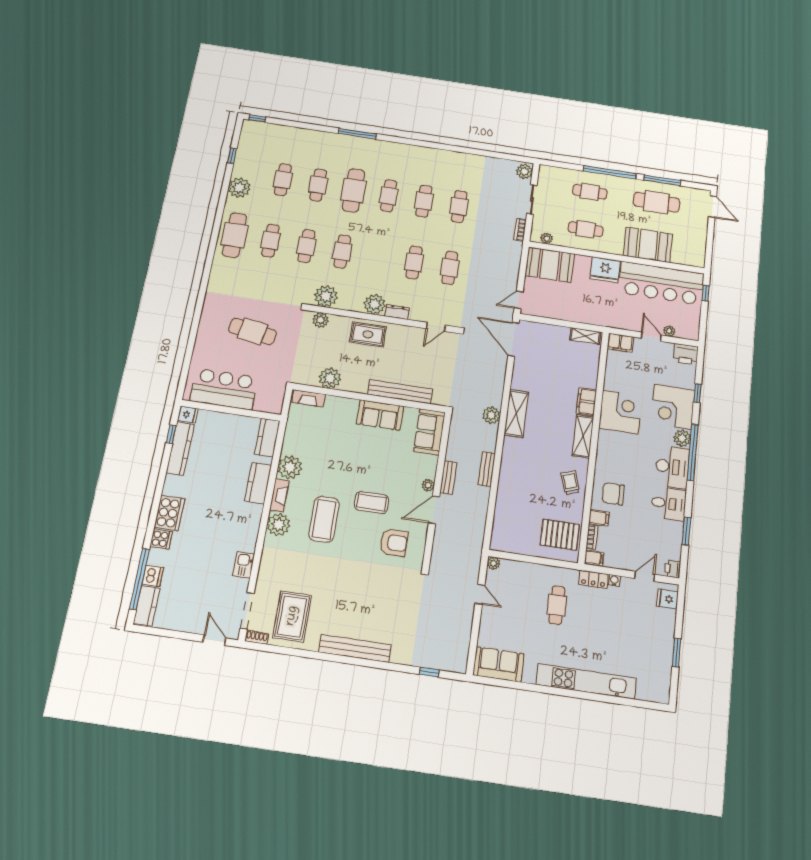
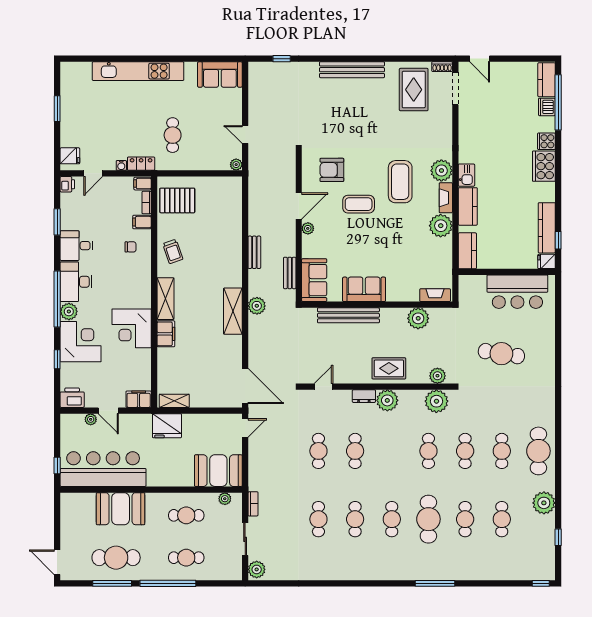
fridge: (605, 270) -> (167, 426), moved, turned 180
bench: (448, 478) -> (290, 273), moved
chair: (613, 494) -> (131, 247), width x0.54, depth x0.54
kitchen sink: (244, 565) -> (466, 175), moved

